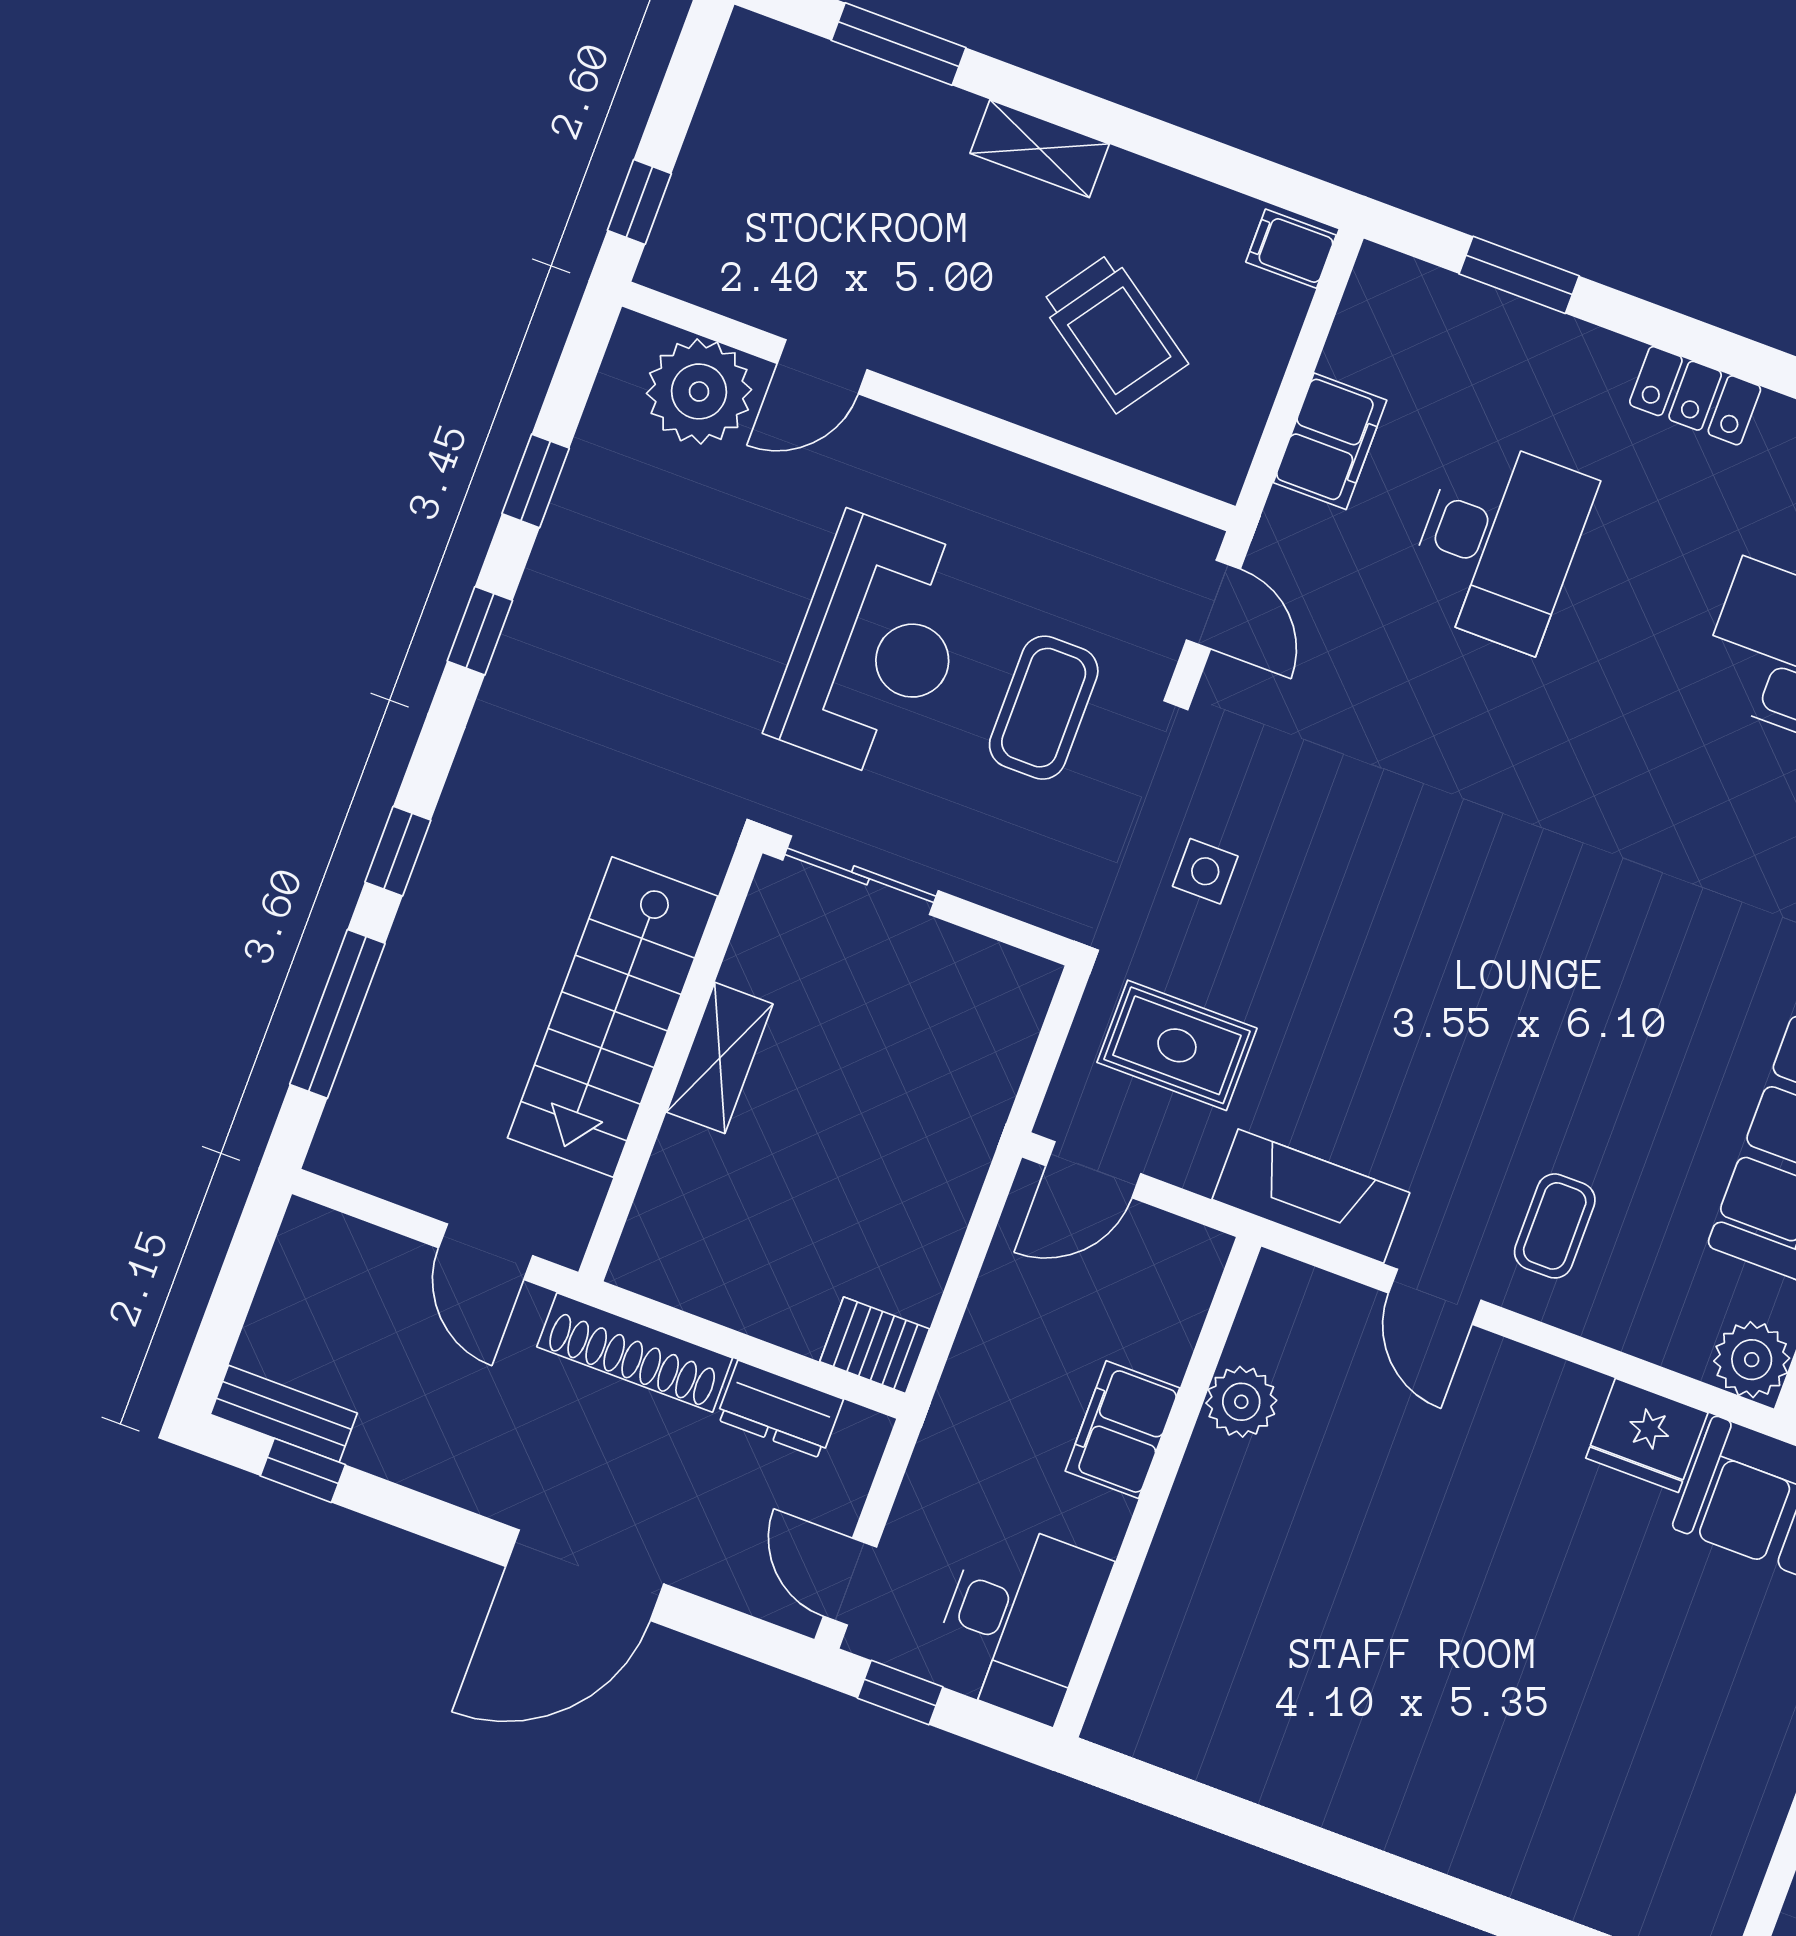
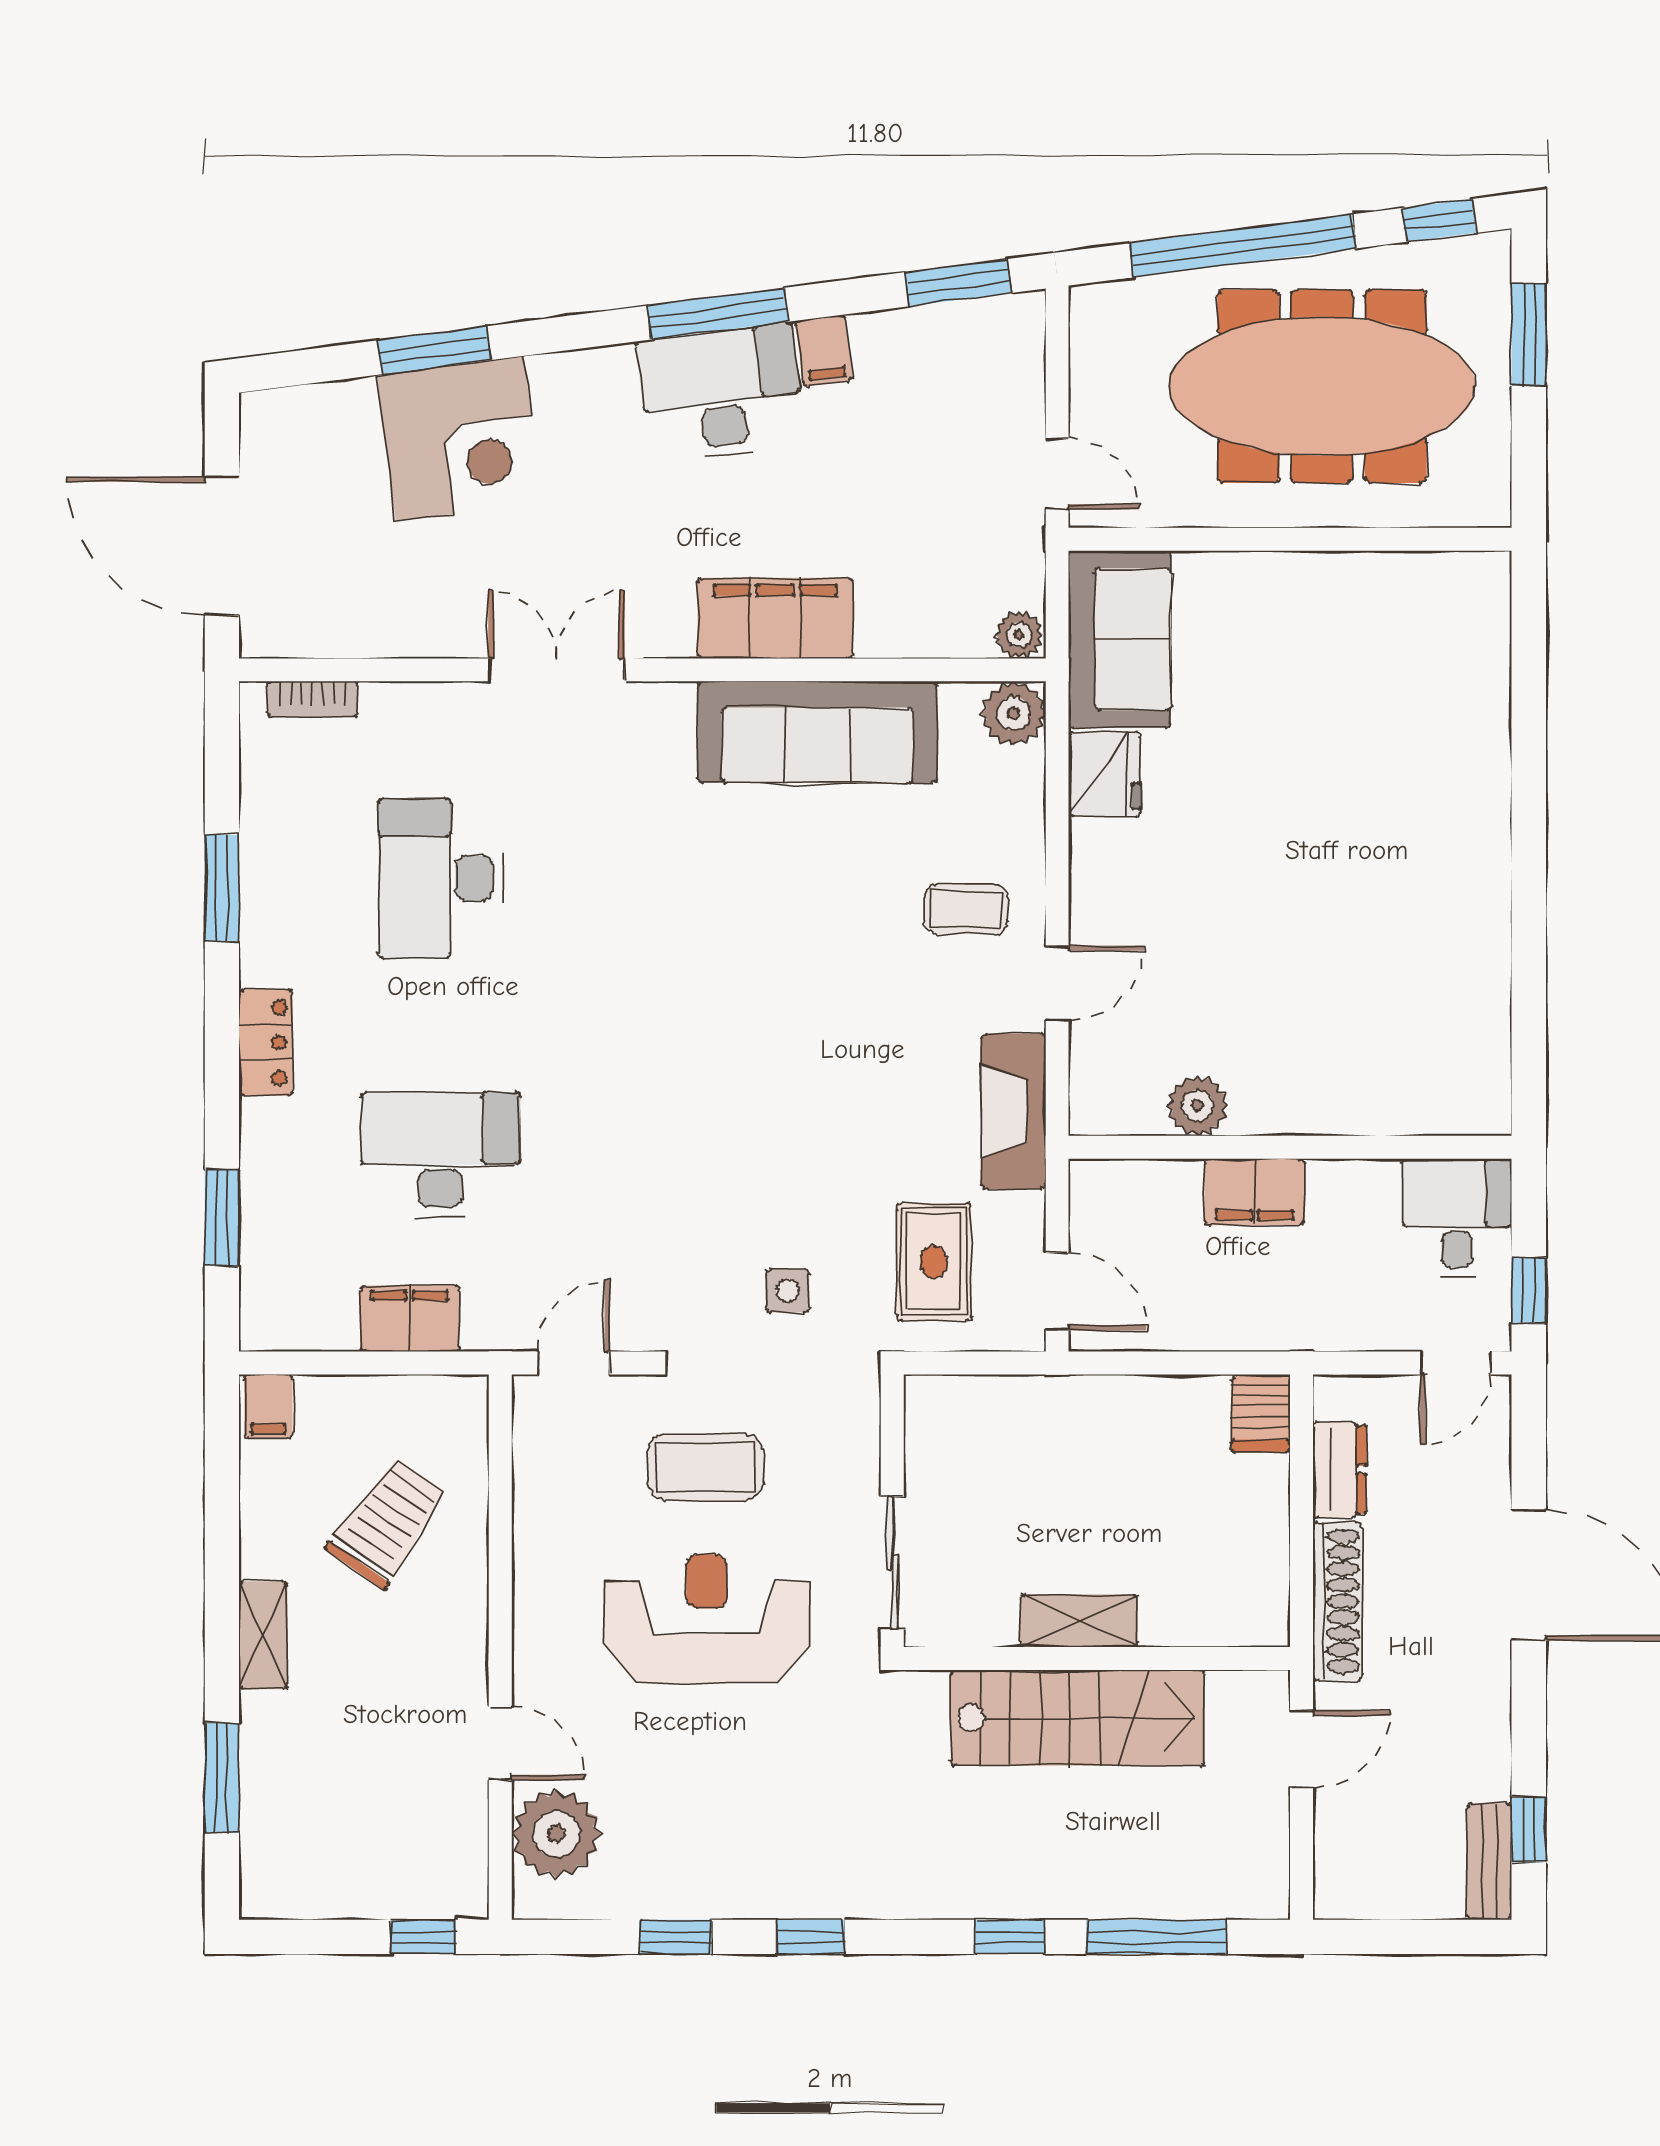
desk: (1019, 1621) -> (1457, 1218), width x0.73

